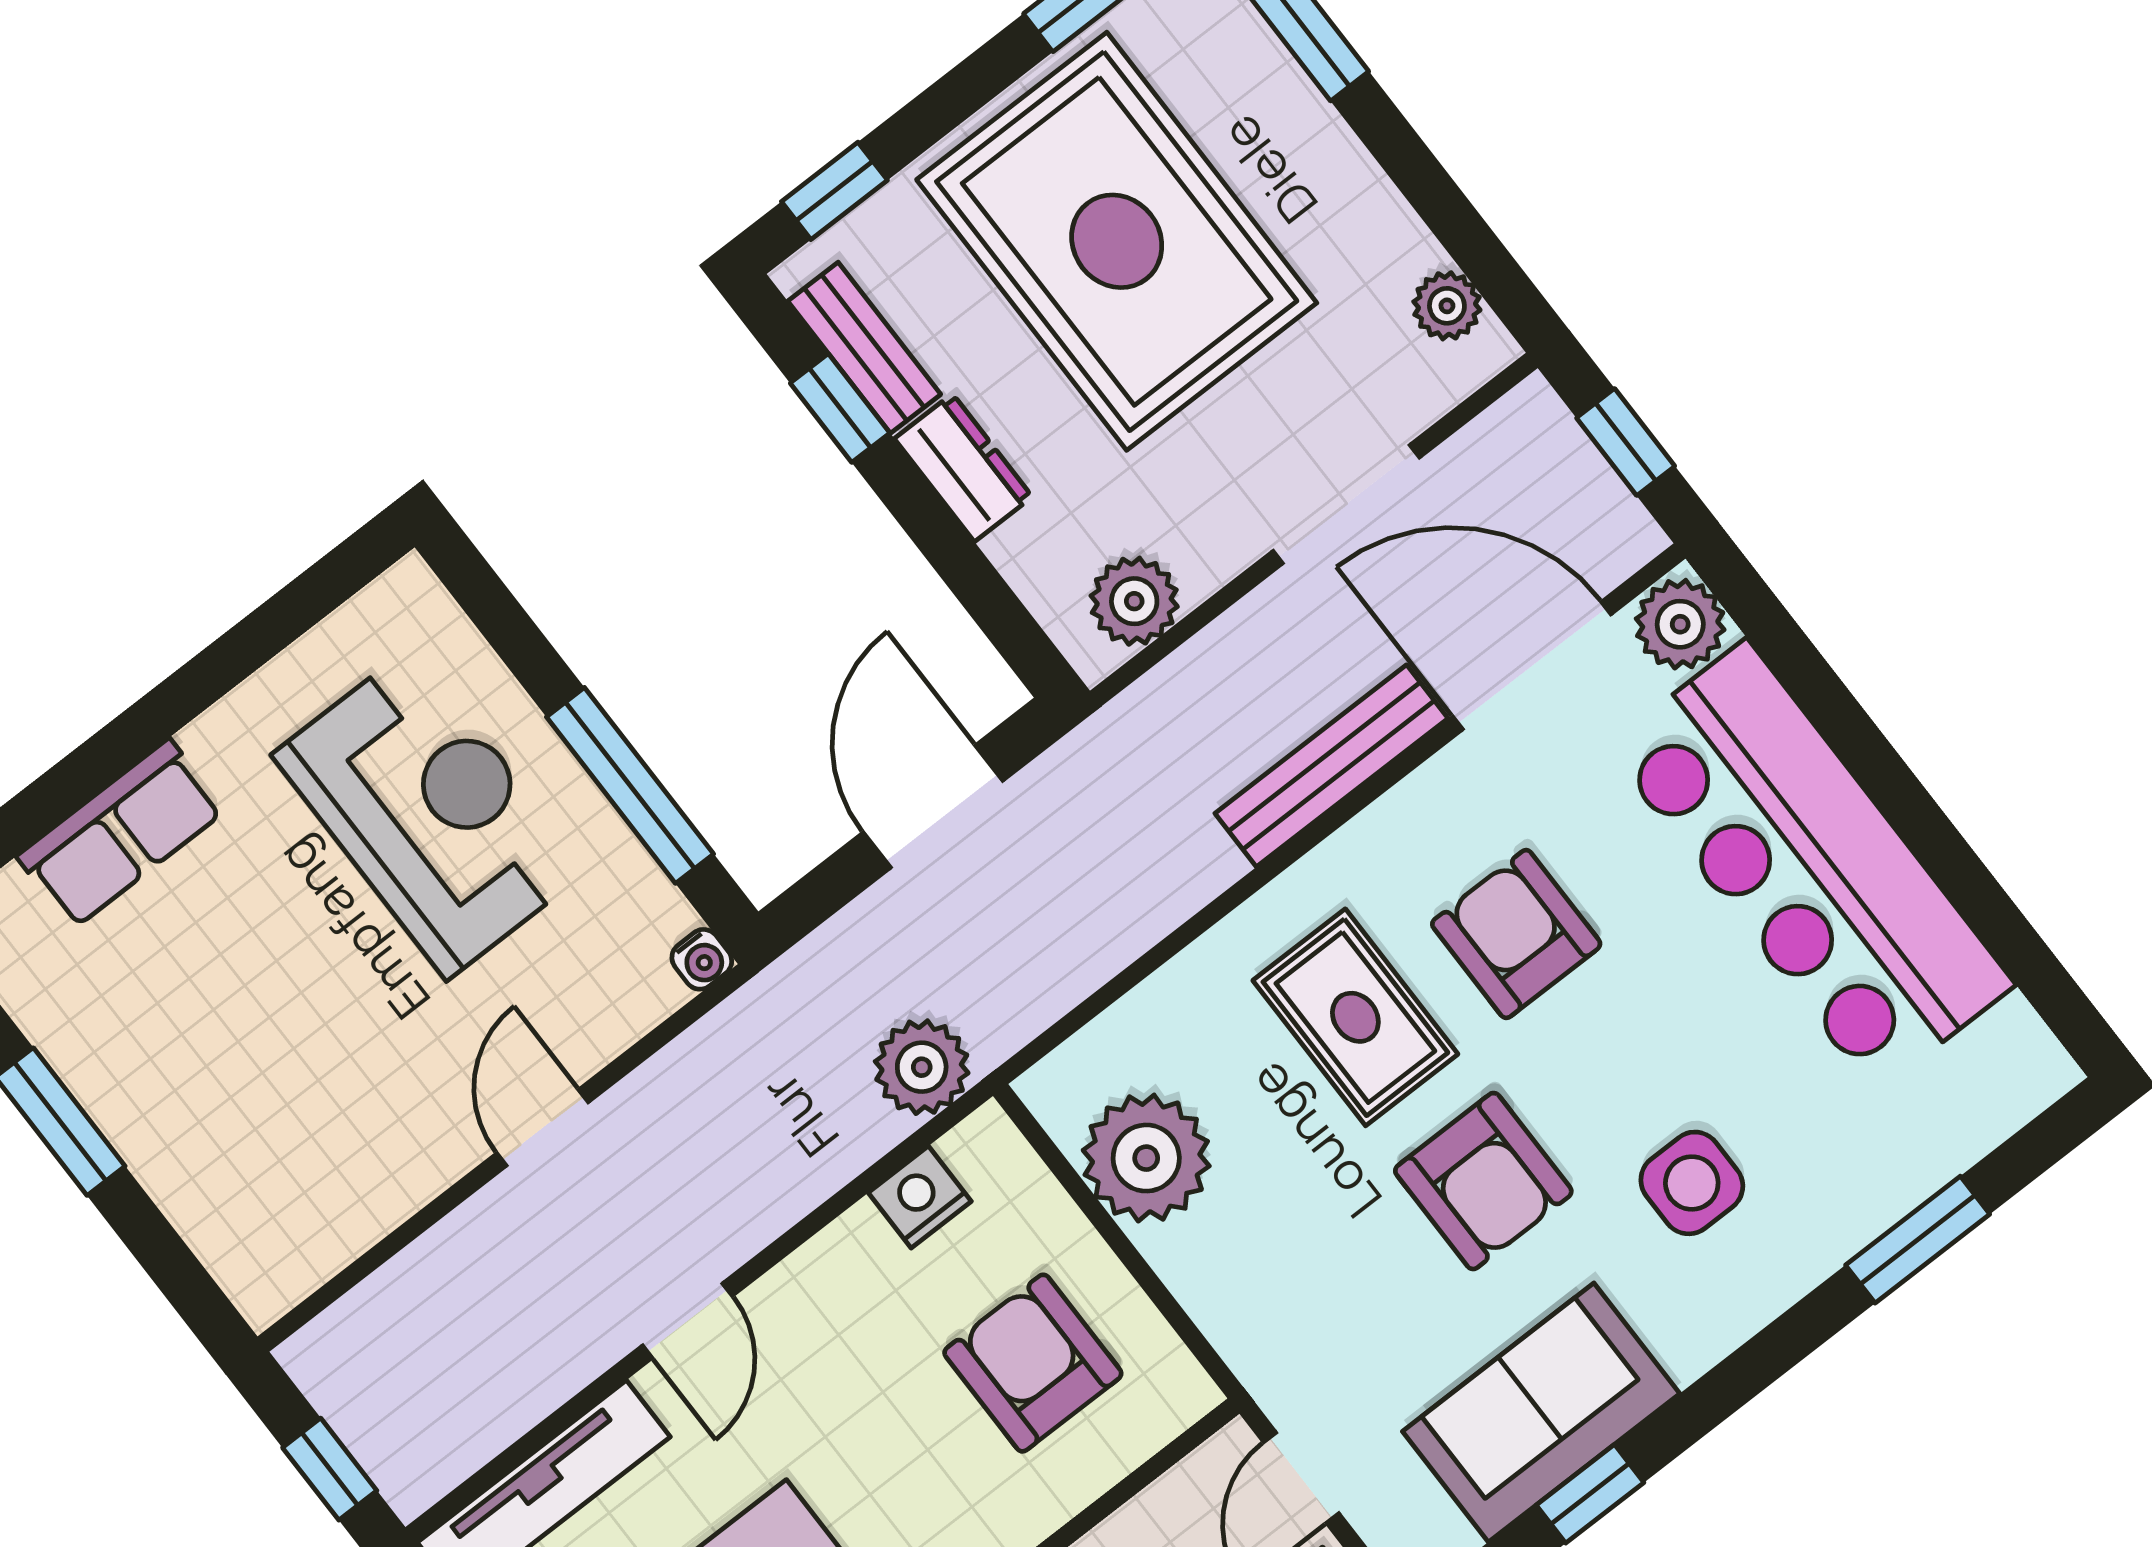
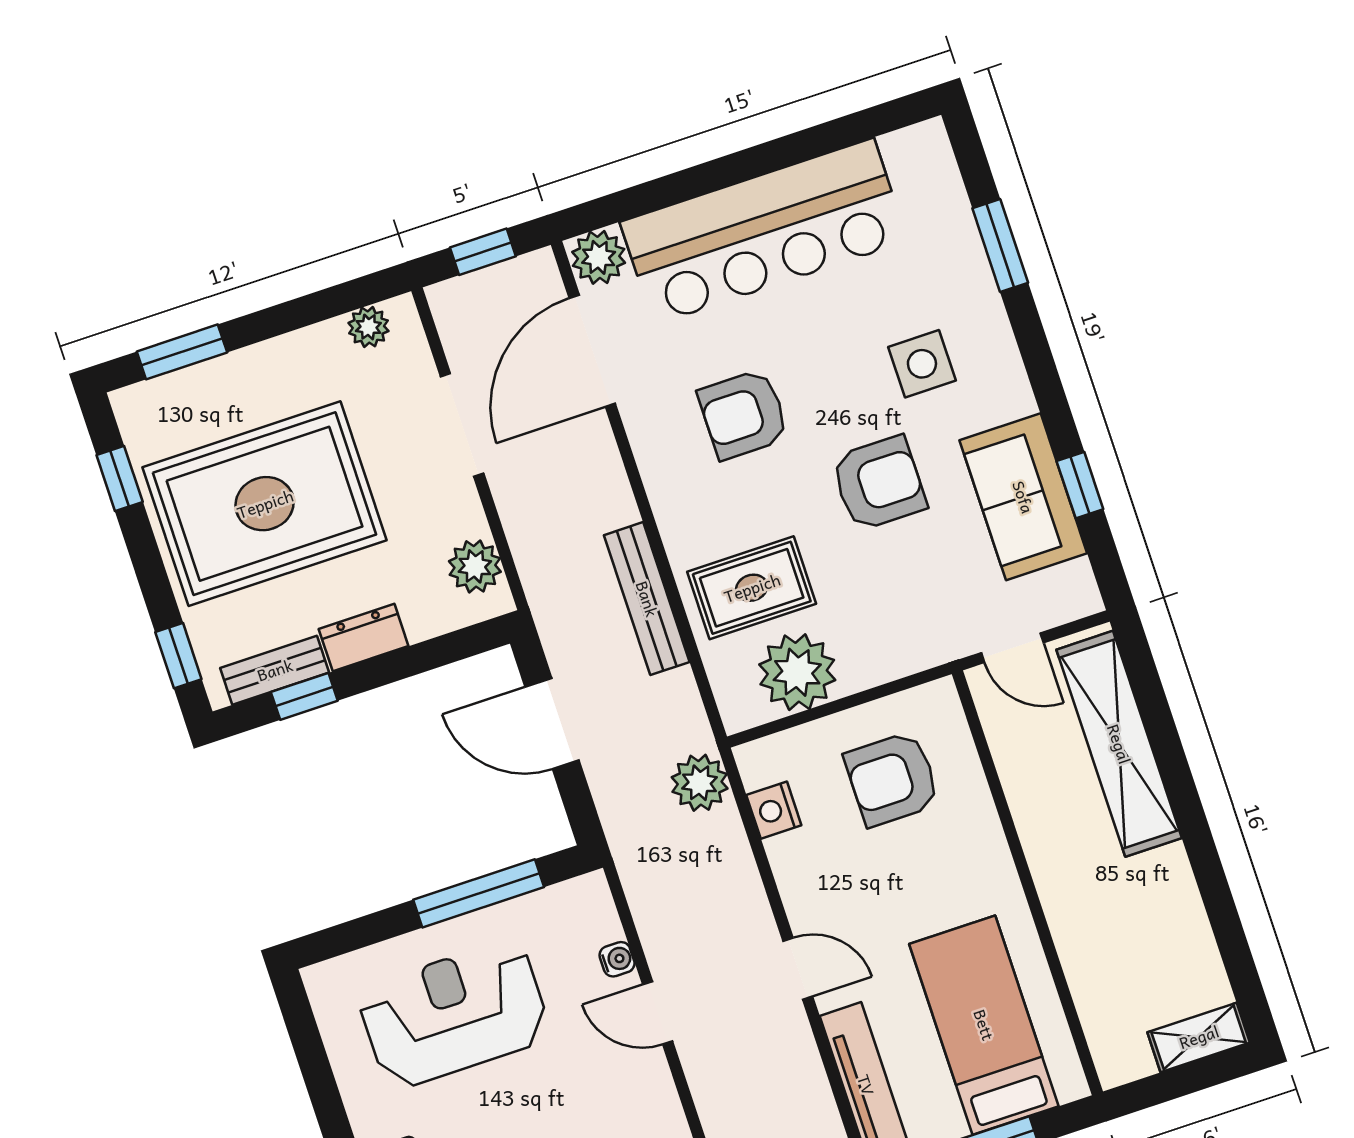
bench: (1331, 766) -> (647, 599), moved
water cooler: (702, 959) -> (617, 959), moved
rug: (1355, 1017) -> (752, 588), moved

